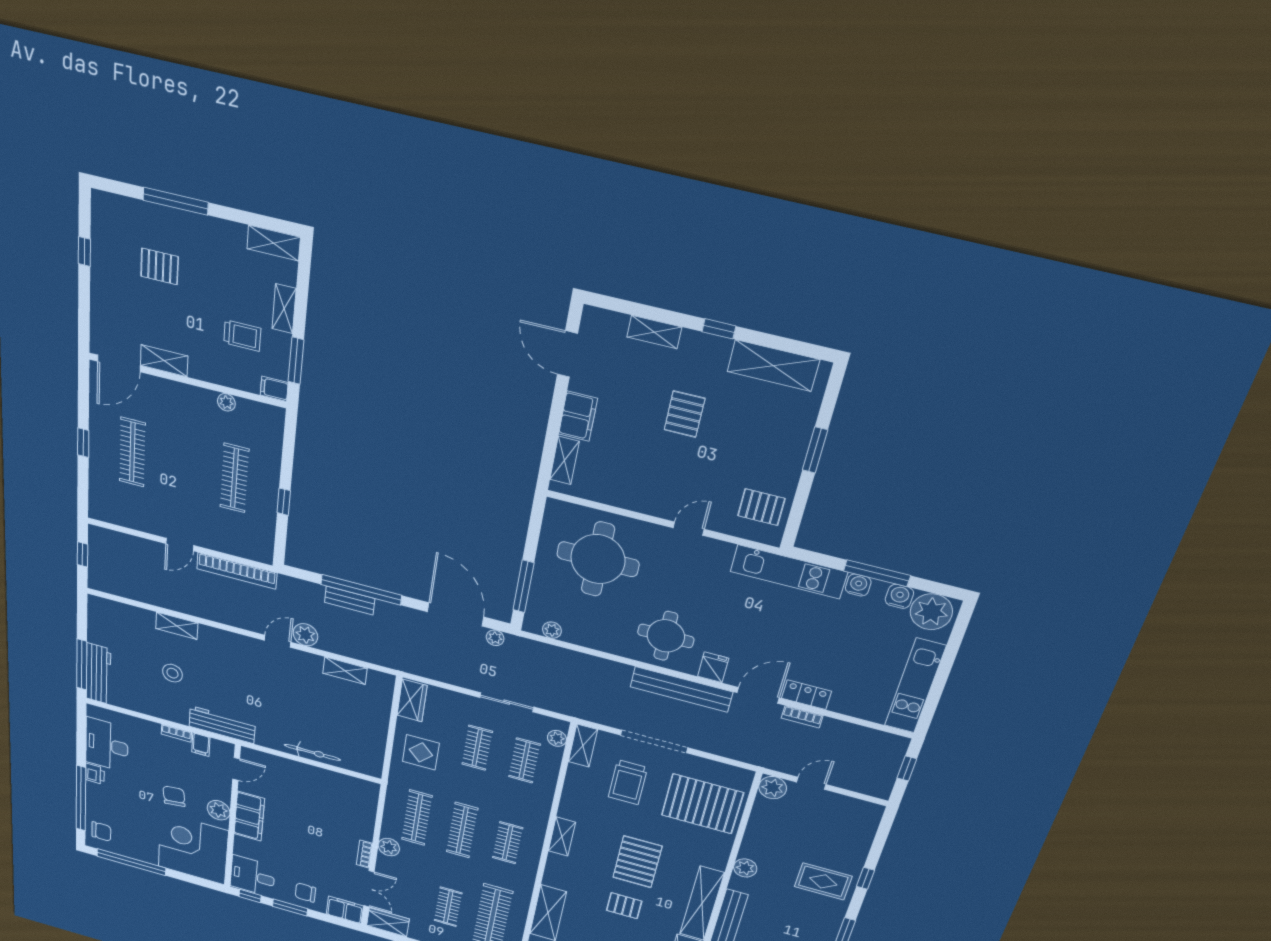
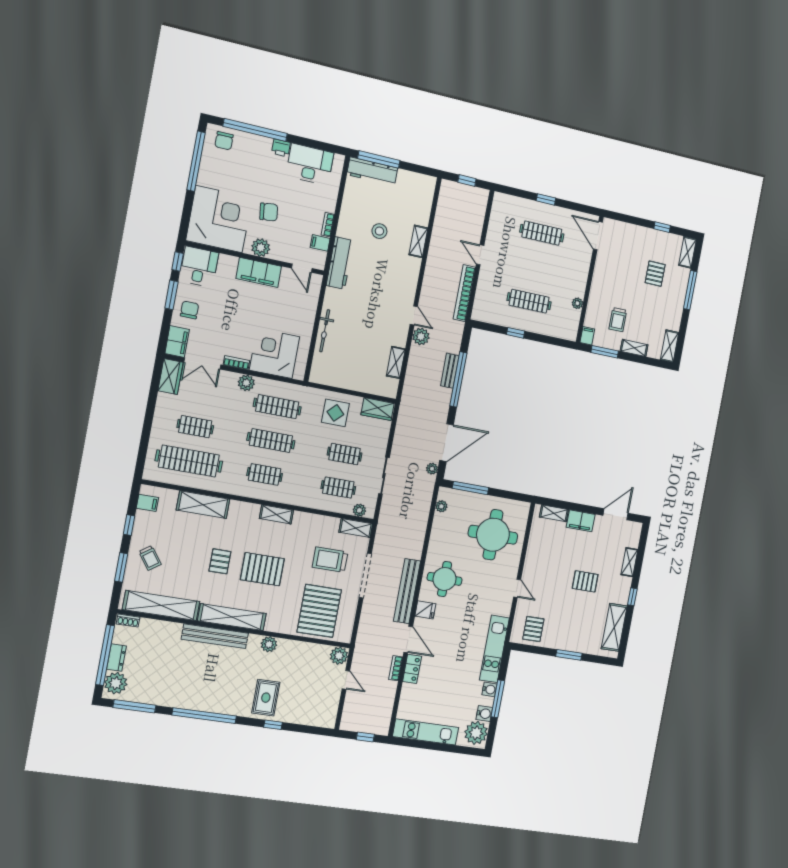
shelving: (164, 361) -> (687, 252), moved
corner desk: (348, 812) -> (275, 353), added

